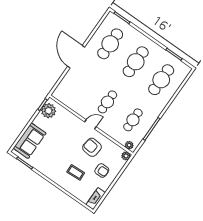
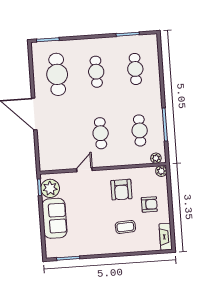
cafe table: (136, 62) -> (96, 72), width x0.73, depth x0.74
cafe table: (161, 80) -> (135, 69), width x0.73, depth x0.74
door: (90, 124) -> (84, 170), moved
sofa: (30, 141) -> (54, 218), moved
armchair: (92, 147) -> (121, 190), turned -96

